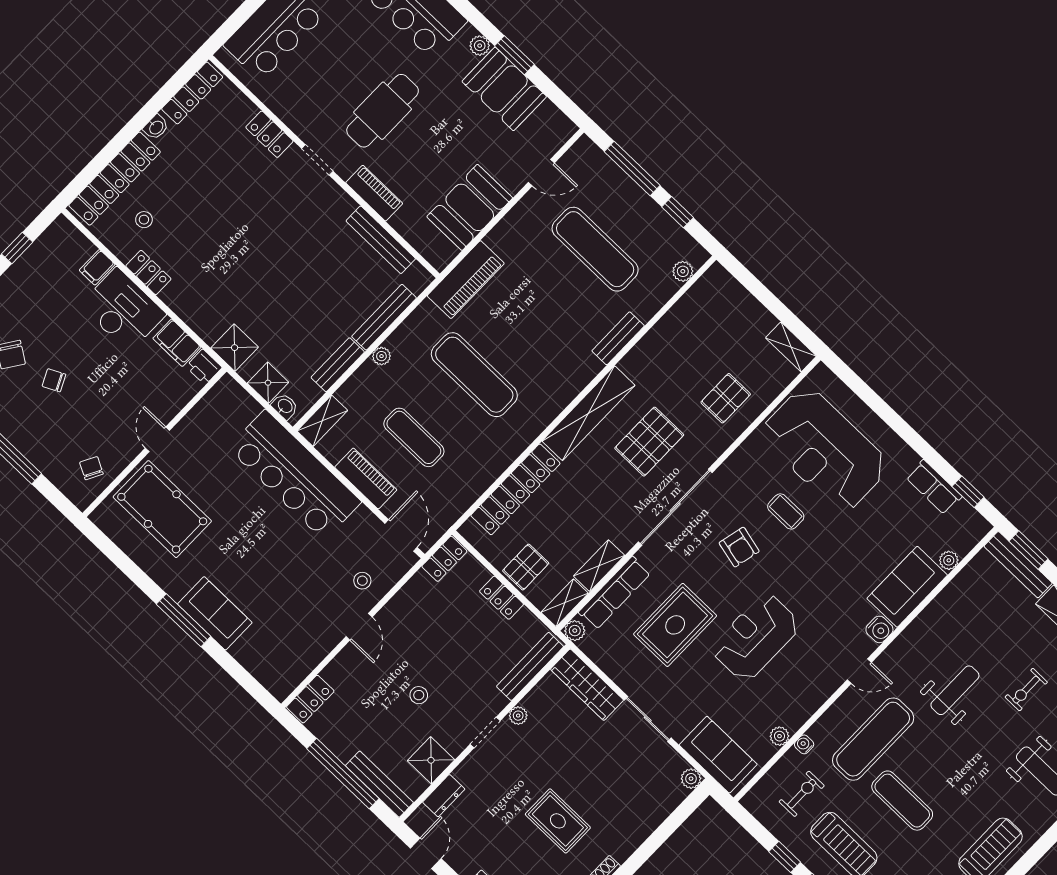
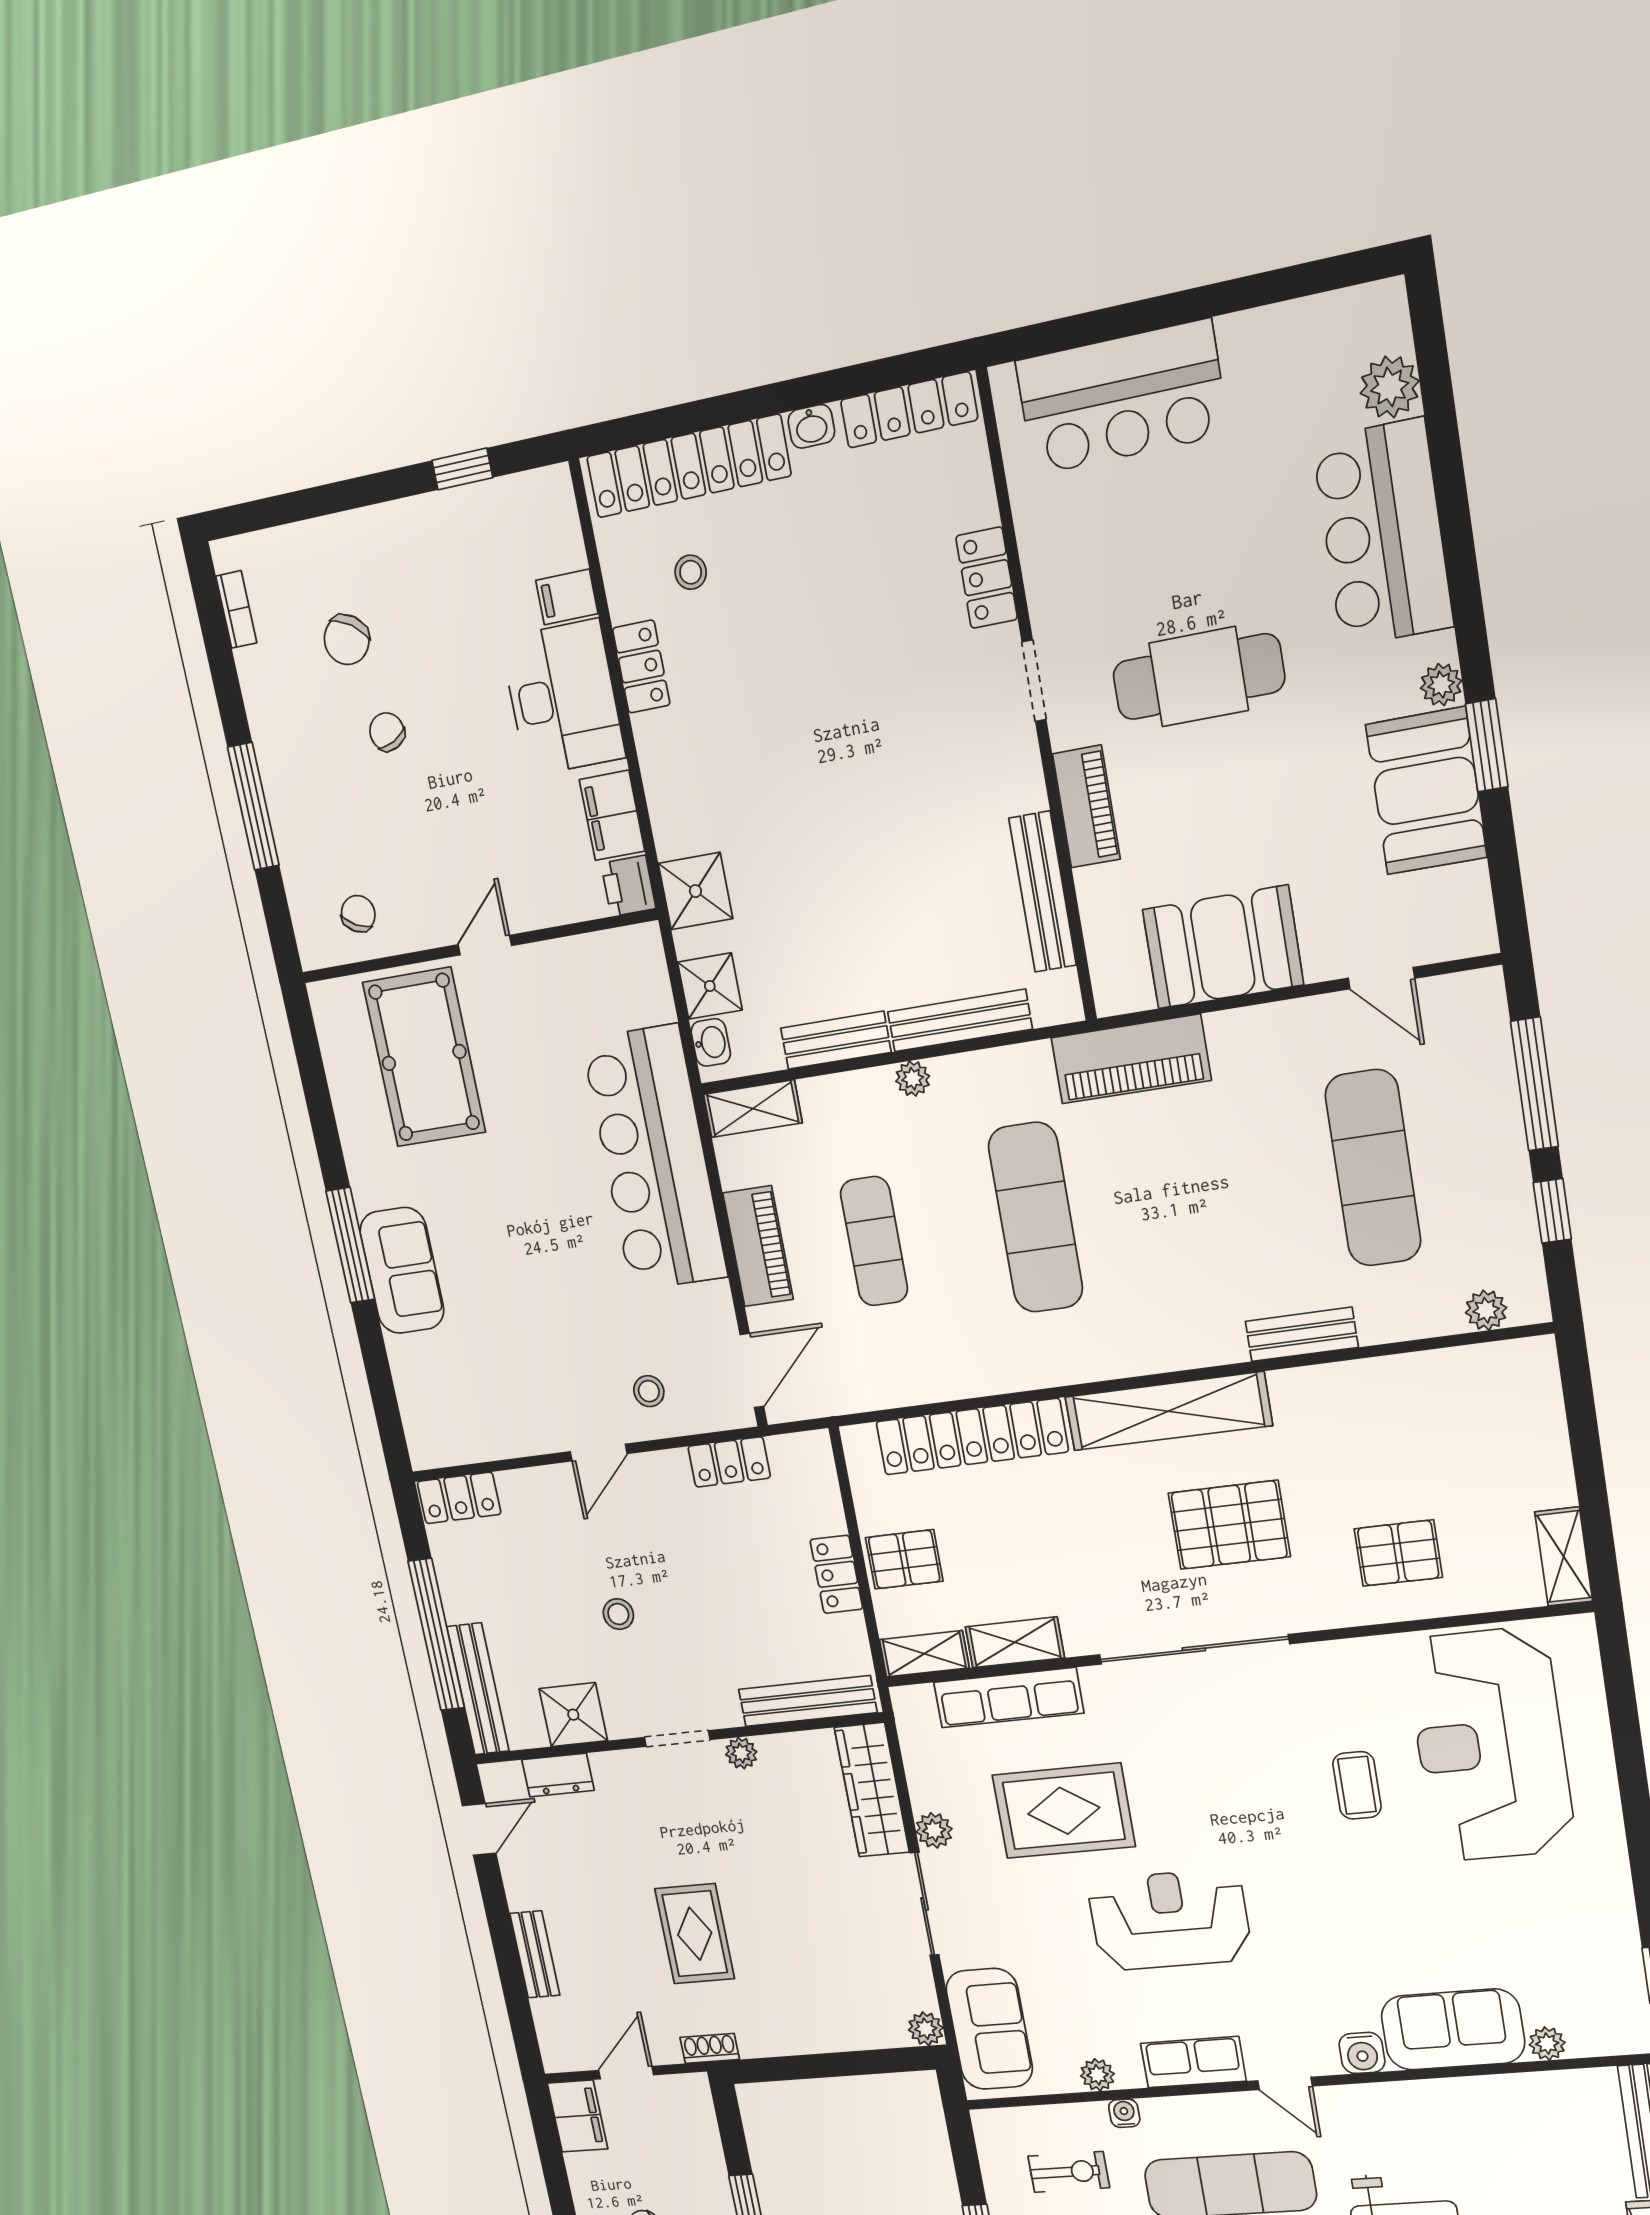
row of seats: (934, 487) -> (1193, 2062), moved, turned 90
armchair: (739, 547) -> (1245, 1780), removed
locker: (444, 559) -> (729, 1462), moved
plant: (575, 631) -> (934, 1830), moved

